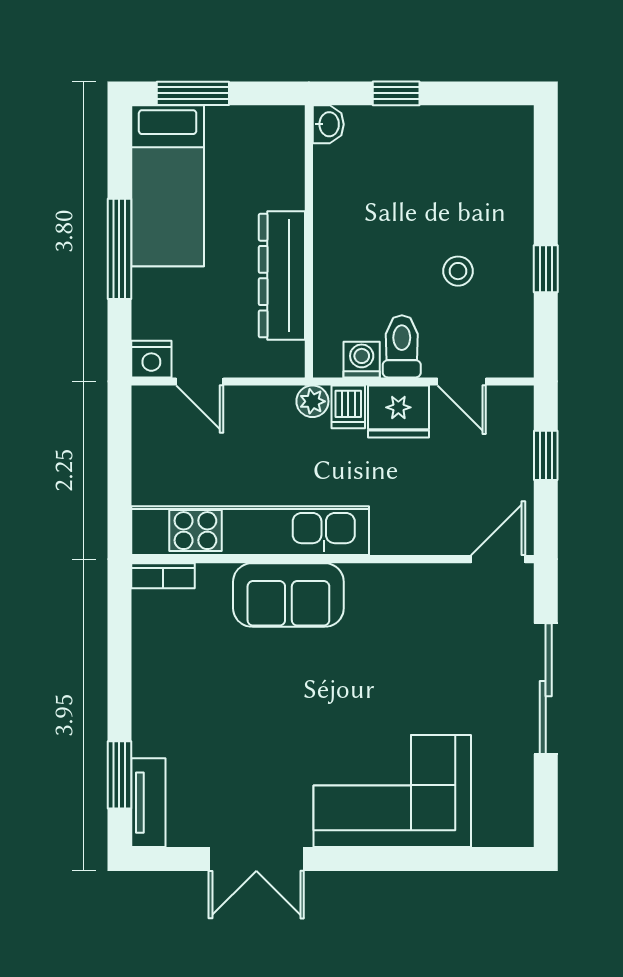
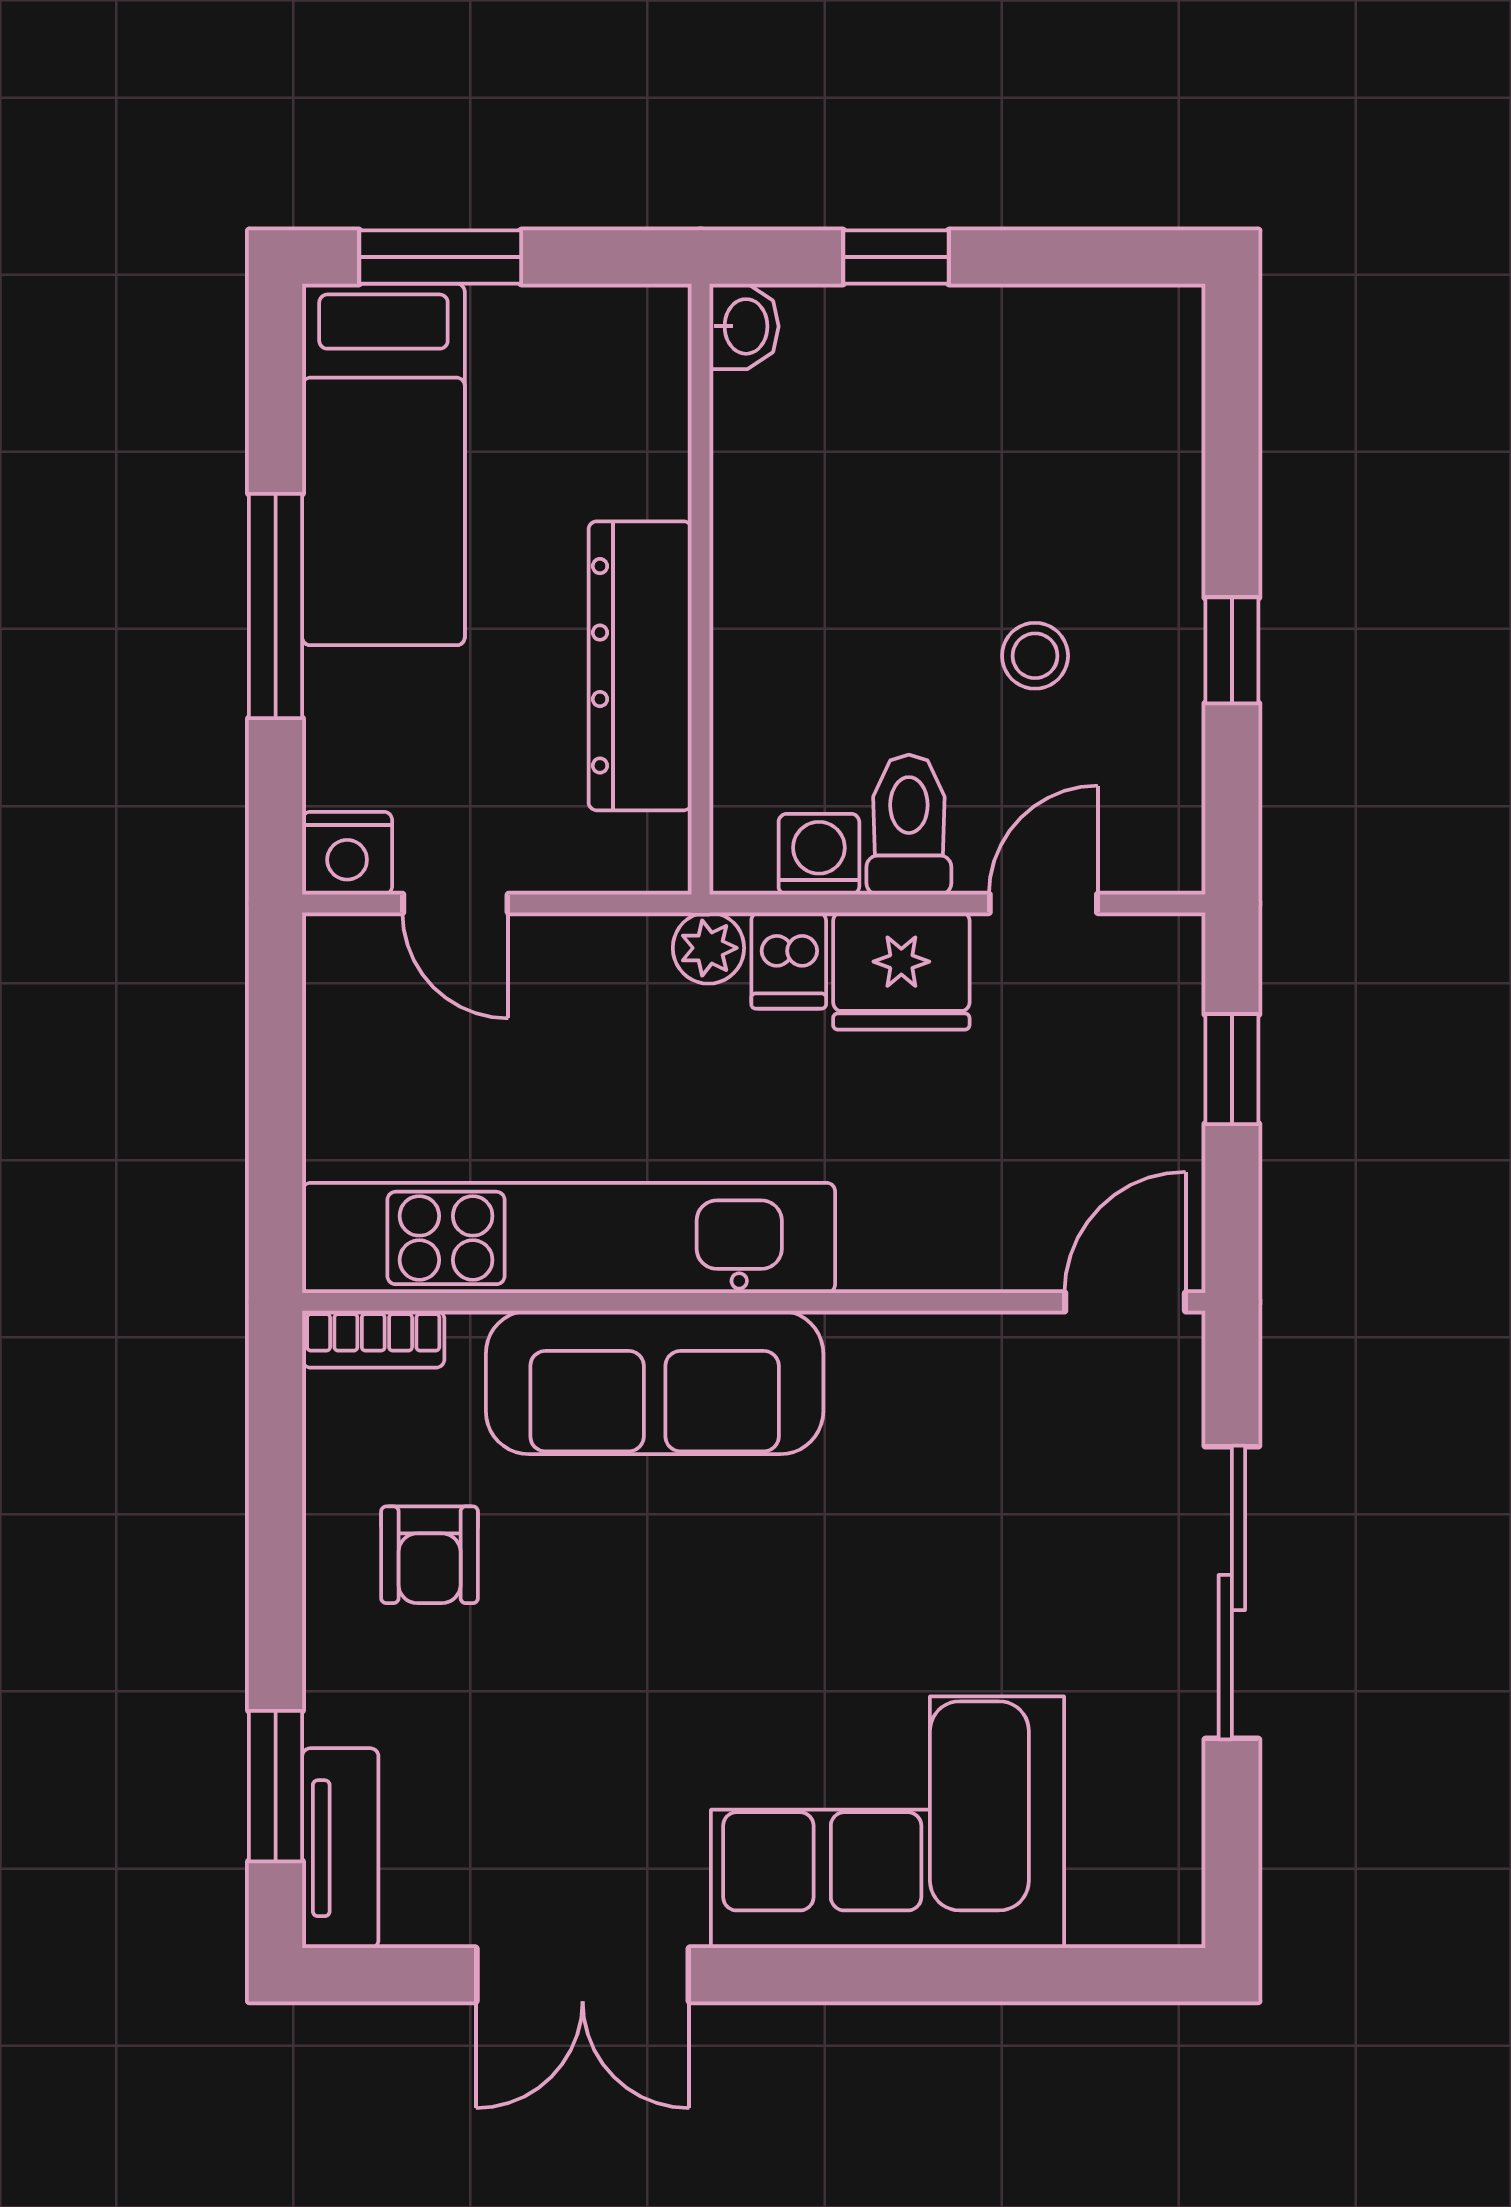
door: (462, 381) -> (1043, 903), swing flipped
sofa: (288, 595) -> (655, 1382), width x1.36
armchair: (188, 672) -> (430, 1555), added

